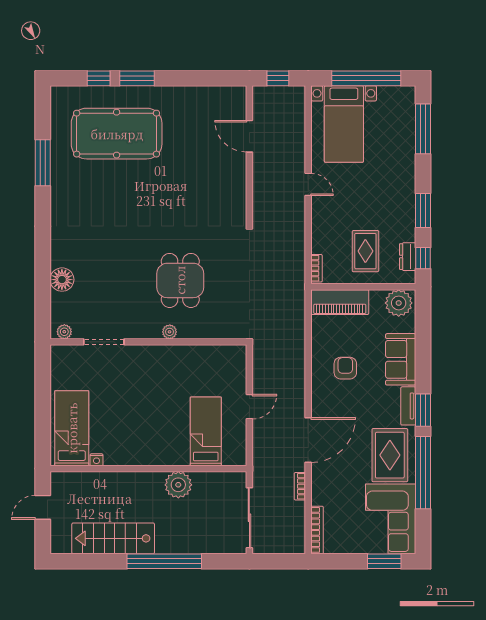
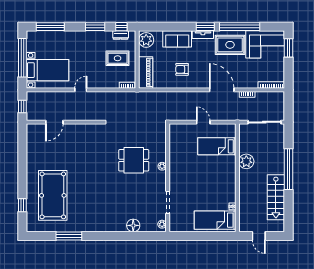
window: (137, 78) -> (22, 184), removed

